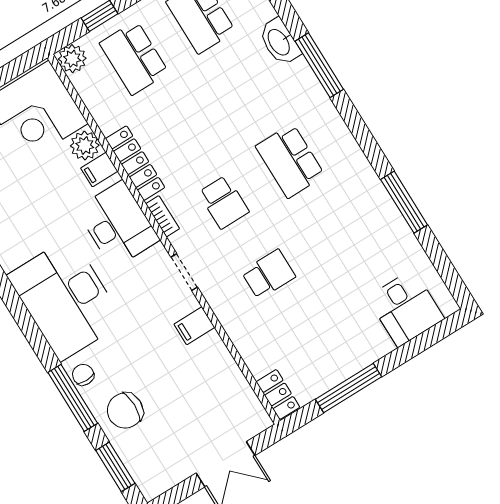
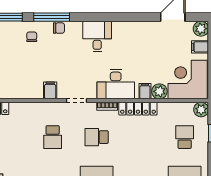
school desk: (134, 58) -> (185, 137), width x0.54
desk: (66, 299) -> (97, 37), width x0.53, depth x0.77
chair: (125, 411) -> (32, 37), width x0.54, depth x0.54

